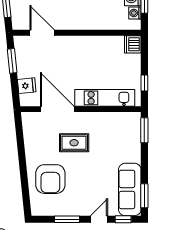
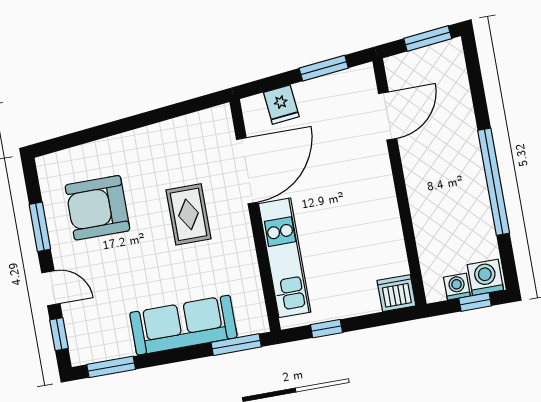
armchair: (50, 179) -> (97, 208), moved
sofa: (130, 189) -> (183, 325), moved

